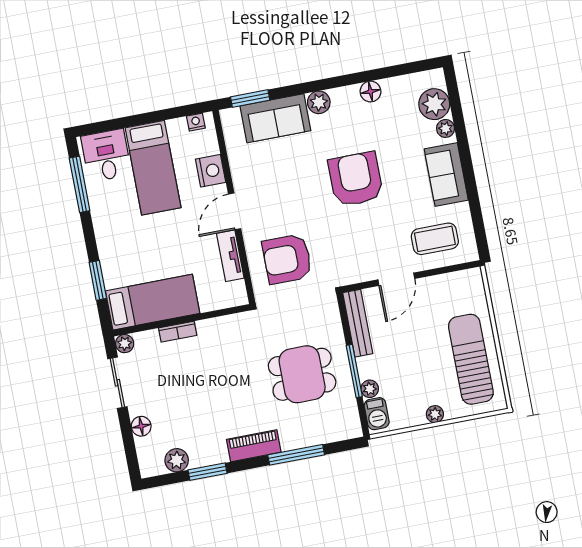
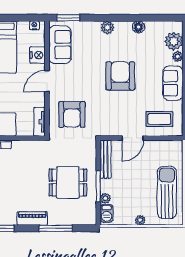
sofa: (275, 118) -> (60, 45), moved, turned -90
tv unit: (230, 256) -> (40, 122), moved
armchair: (287, 259) -> (72, 114), turned -90

